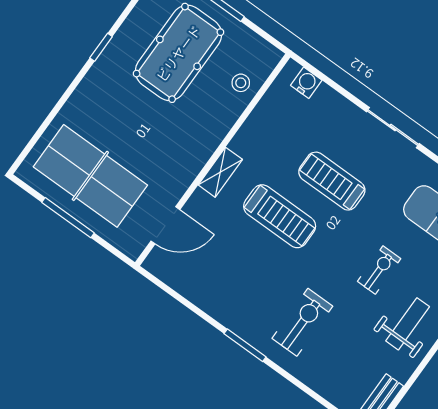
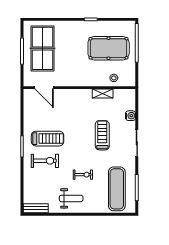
water cooler: (306, 83) -> (131, 116), moved
shelving: (220, 172) -> (103, 93), moved
treadmill: (280, 216) -> (48, 139), moved, turned -90

